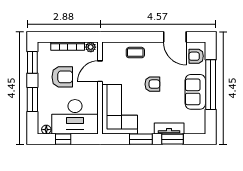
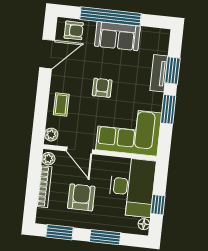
plant: (110, 47) -> (51, 135), added
armchair: (196, 56) -> (74, 30), turned -90

